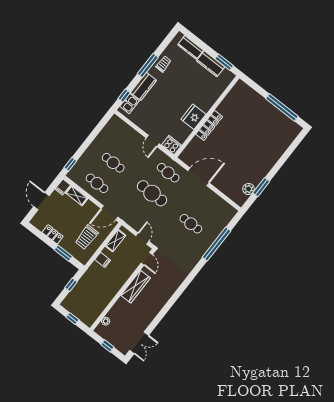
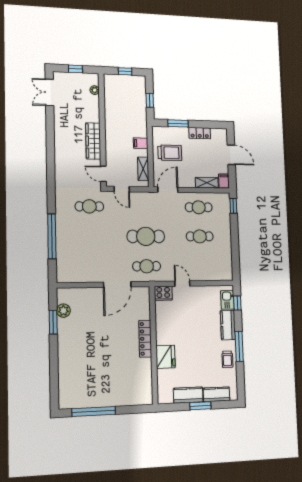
window: (224, 62) -> (200, 406), moved
fridge: (193, 117) -> (166, 357), moved
cafe table: (191, 224) -> (89, 206), moved
trolley: (87, 237) -> (170, 153), turned 90

